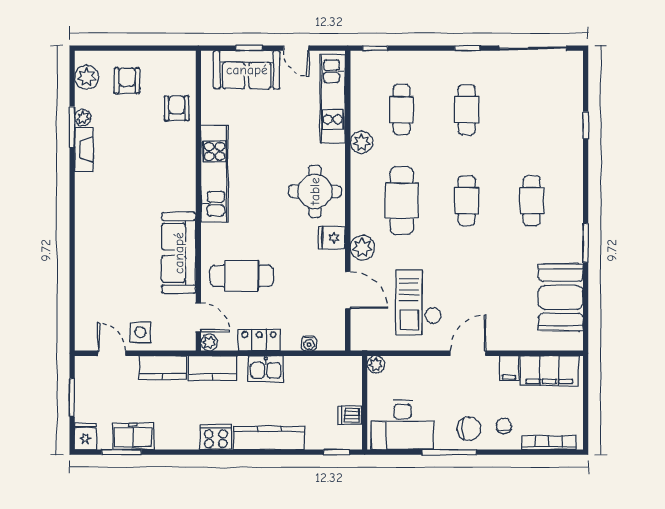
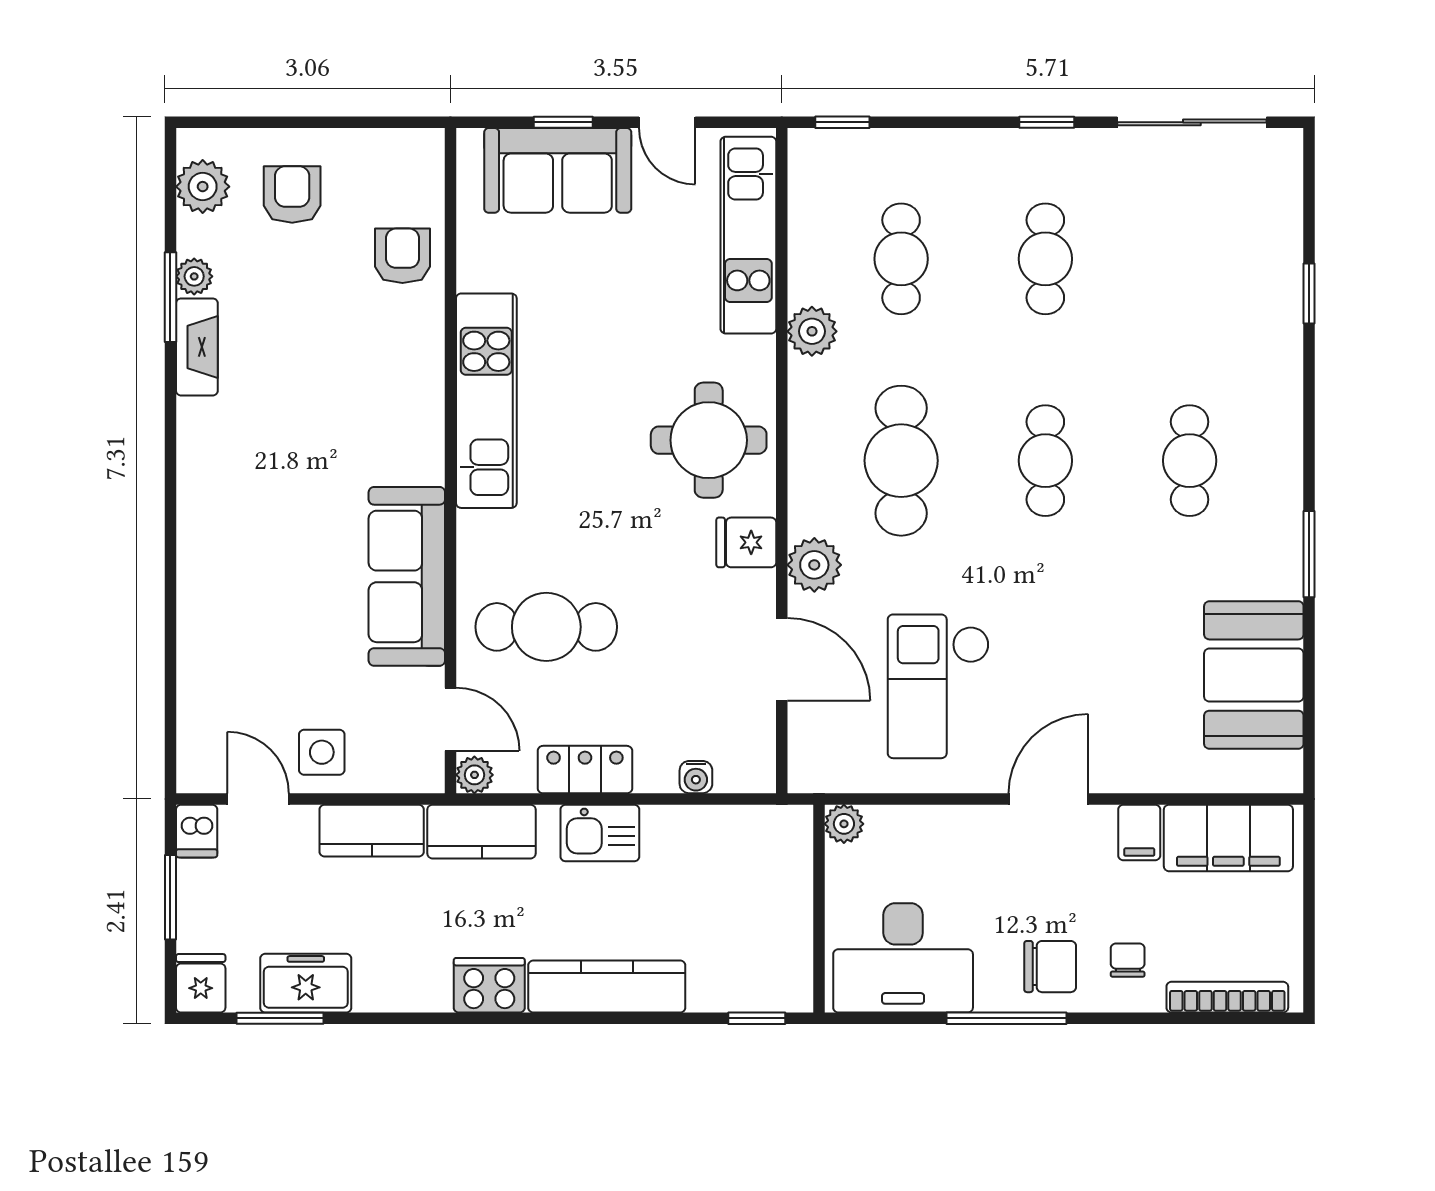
dishwasher: (350, 415) -> (197, 831), moved, turned -90

